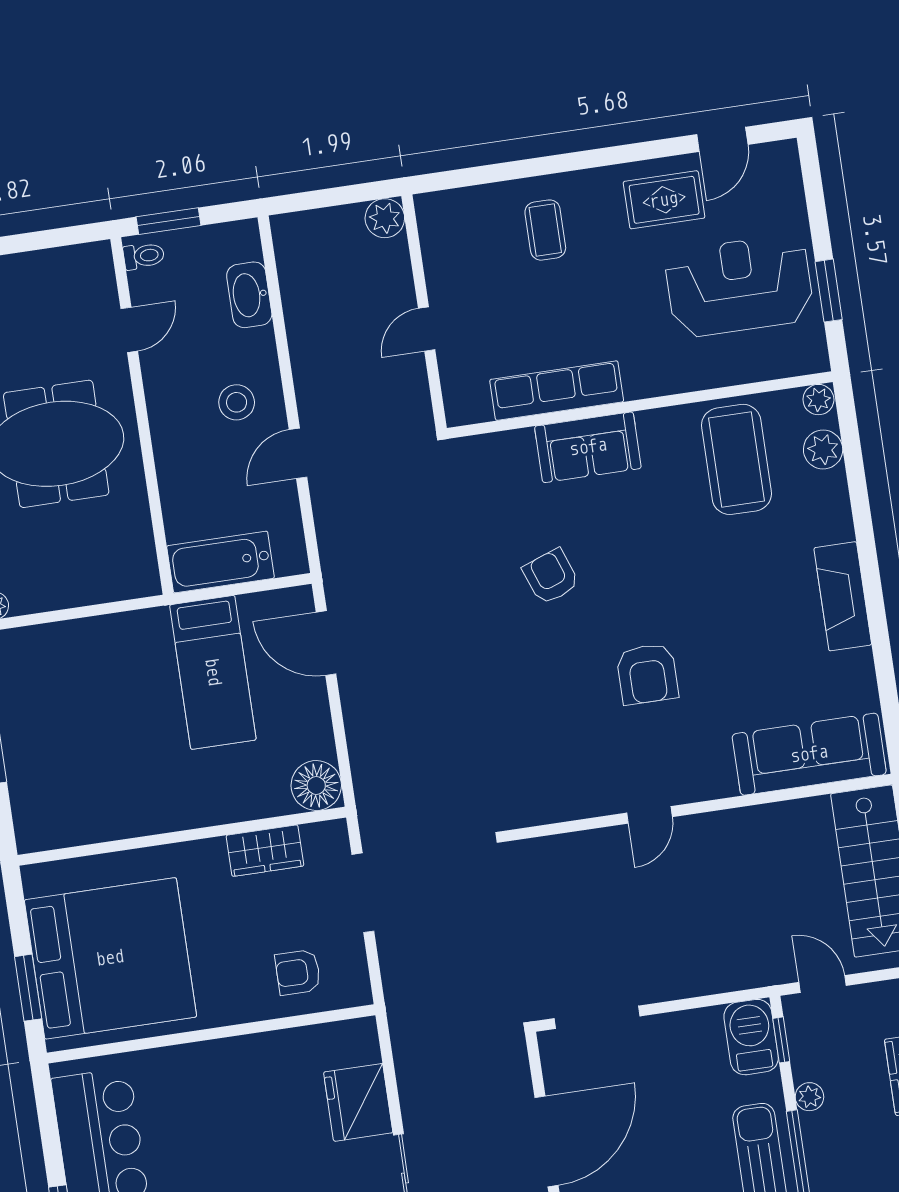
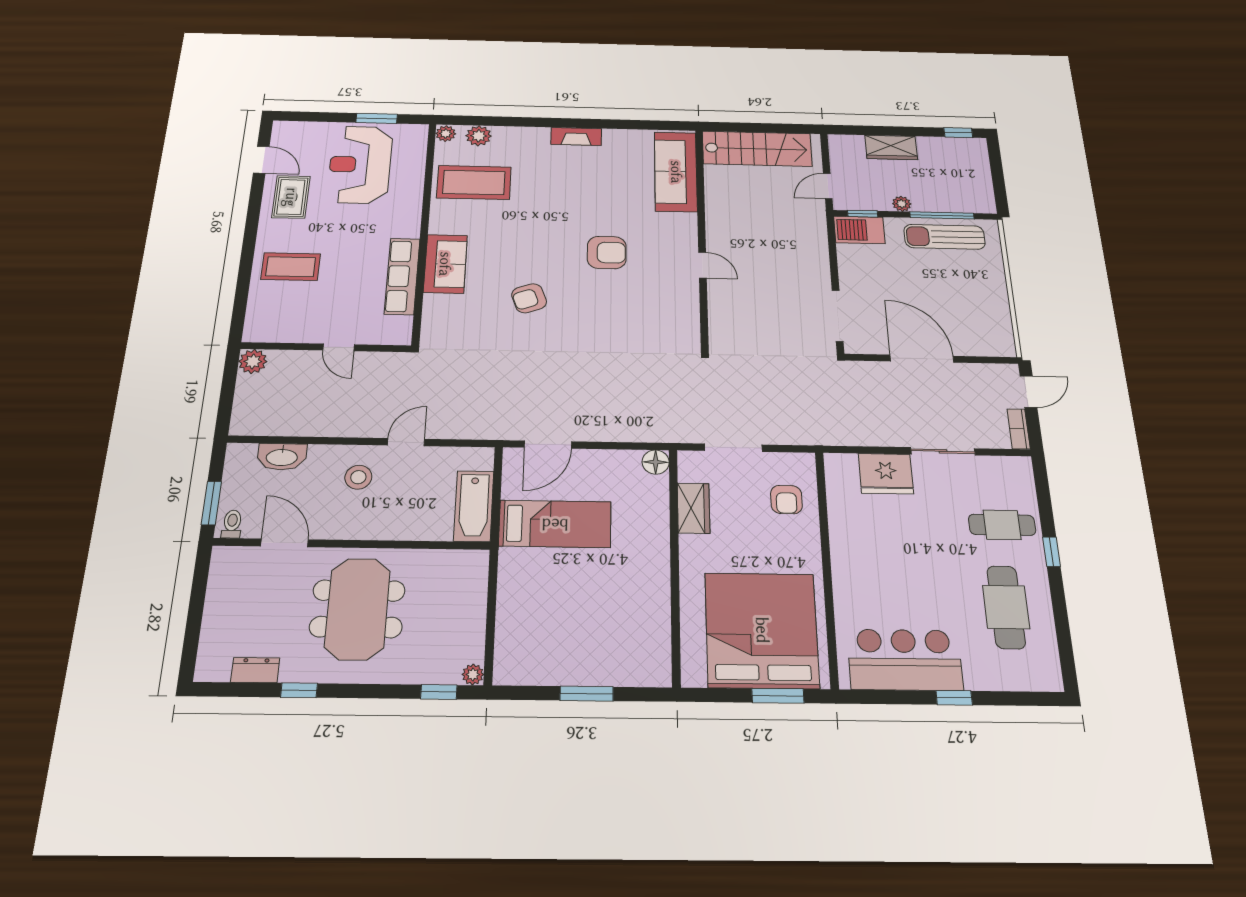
coffee table: (545, 230) -> (291, 267), width x1.36, depth x1.30
door: (129, 330) -> (285, 543), width x1.38
door: (298, 453) -> (406, 442), swing flipped
fireplace: (843, 596) -> (576, 136), width x0.73, depth x0.76
floor lamp: (316, 786) -> (656, 462), width x0.73, depth x0.73

